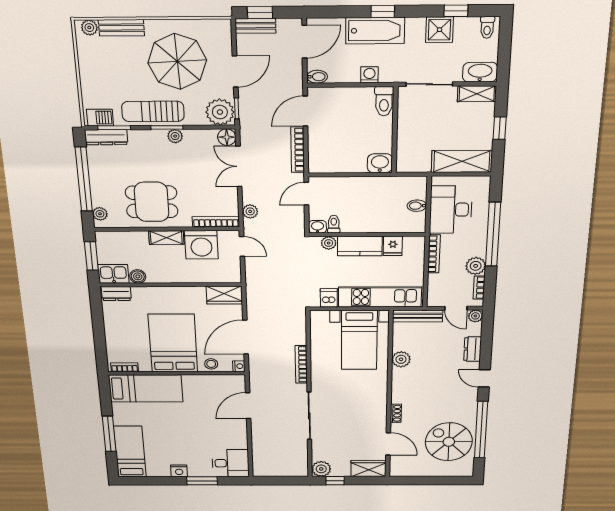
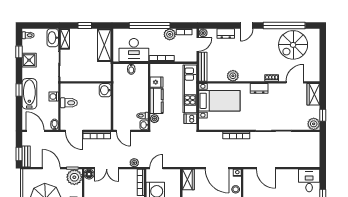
toilet: (384, 101) -> (69, 103), moved
dresser: (379, 396) -> (259, 88), added

